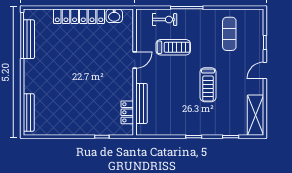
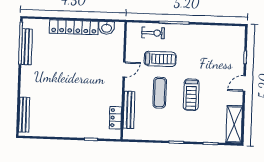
exercise mat: (229, 34) -> (160, 93), moved

